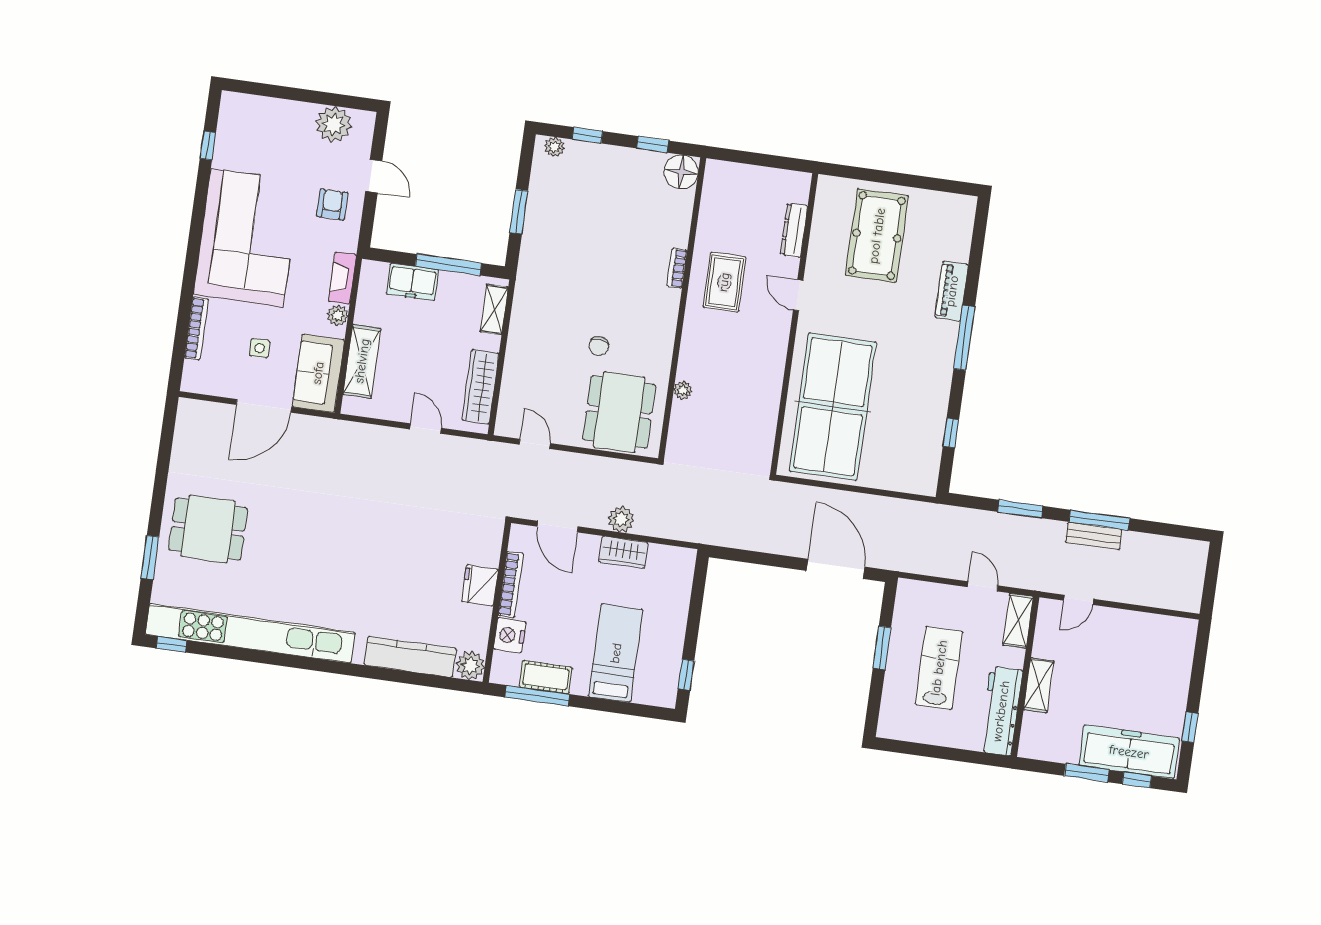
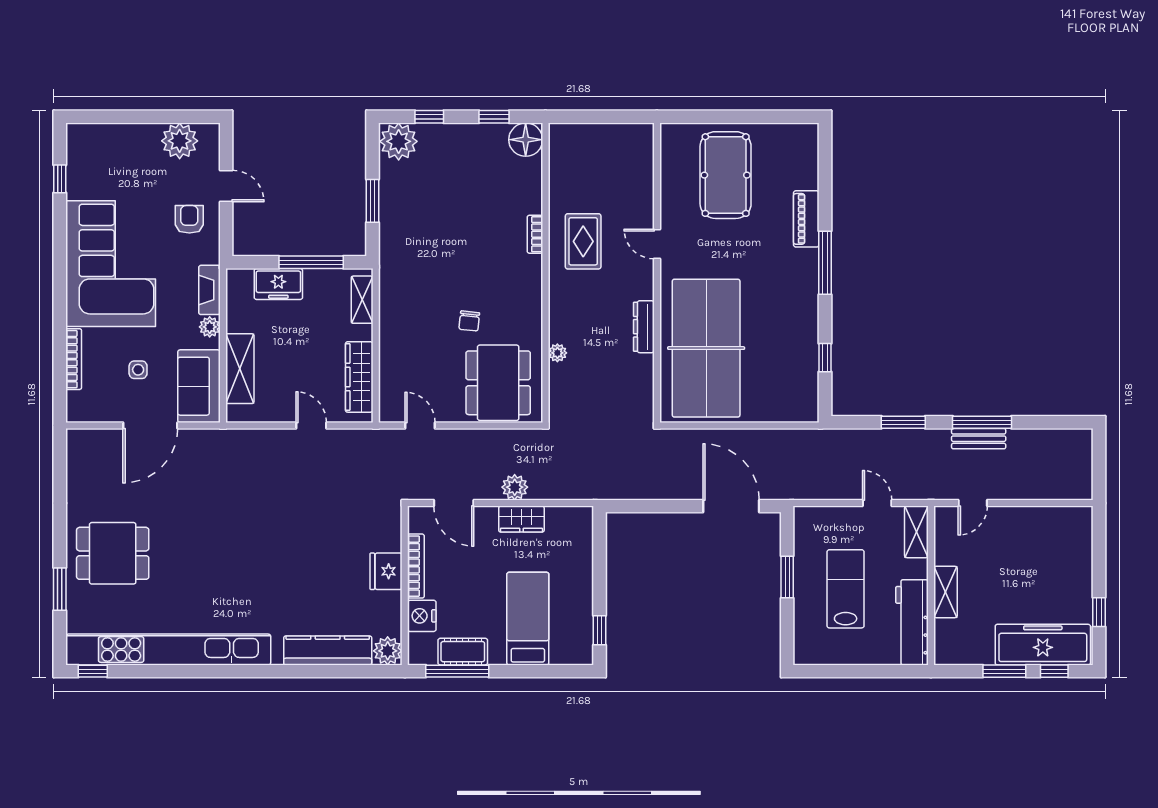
plant: (554, 147) -> (399, 141), width x1.88, depth x1.88
dresser: (794, 230) -> (644, 327), moved

